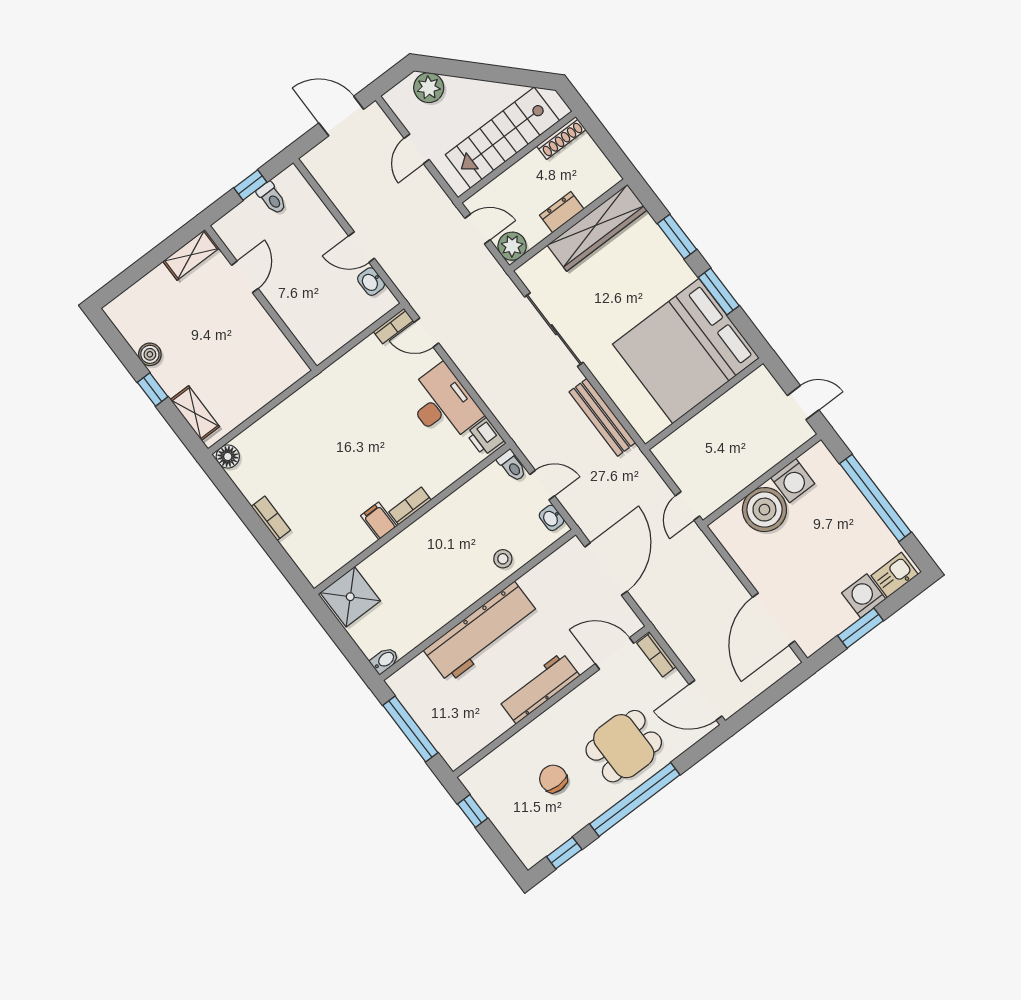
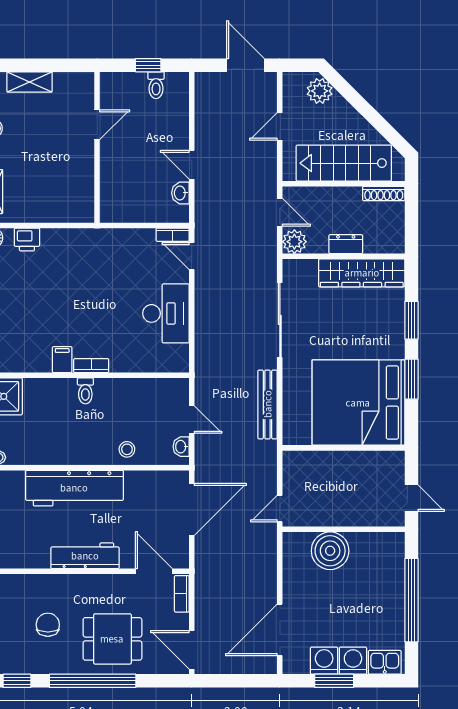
shelving: (191, 255) -> (30, 82), moved
printer: (485, 437) -> (27, 240), moved, turned -90
toilet: (512, 466) -> (85, 391), moved
washing machine: (793, 481) -> (324, 661), moved, turned 180

